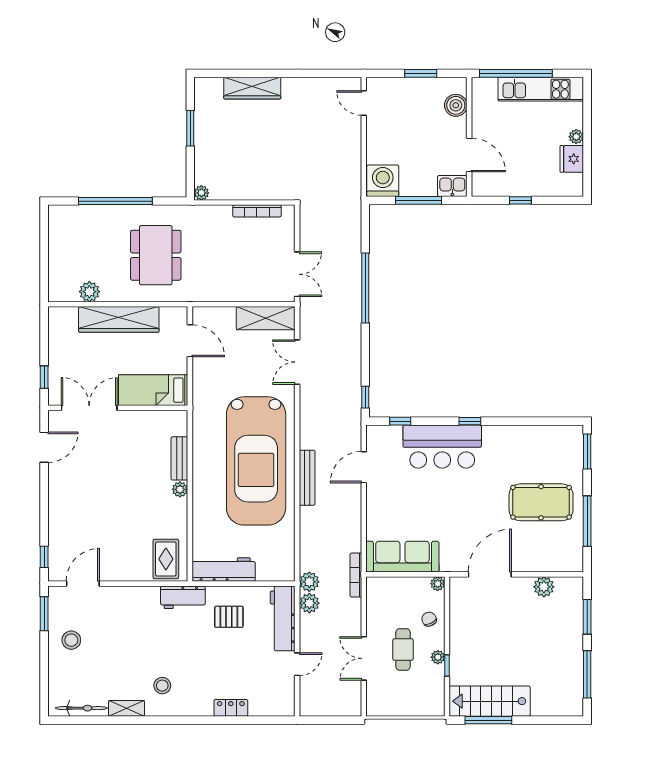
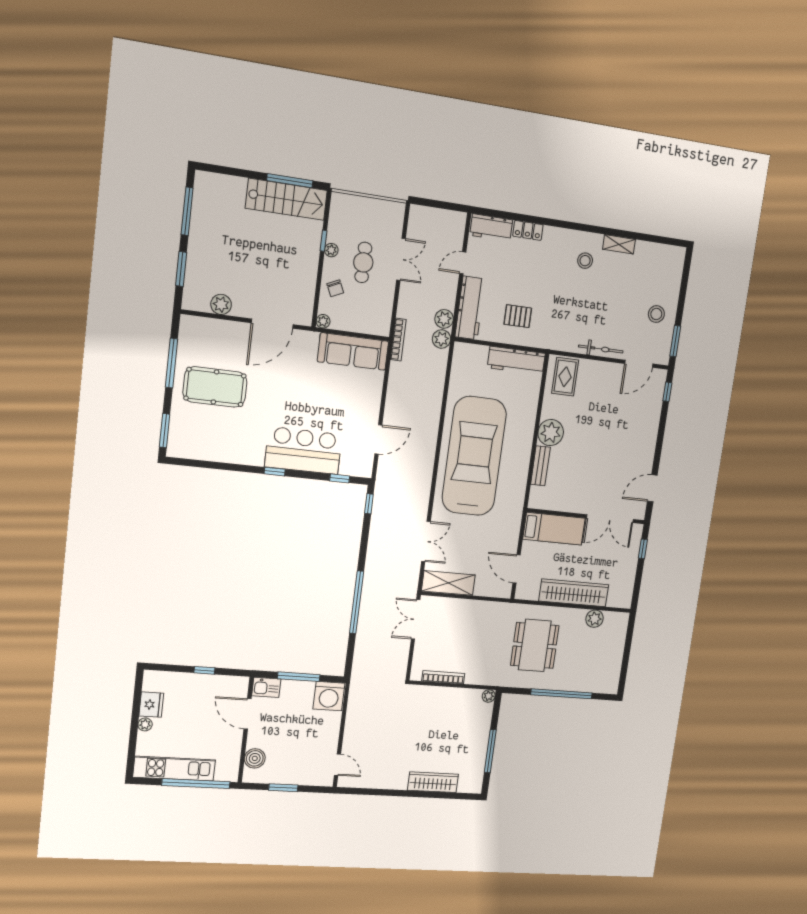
window: (190, 128) -> (490, 751), width x1.44
bench: (307, 478) -> (431, 436), removed
plant: (180, 489) -> (551, 433), width x1.88, depth x1.88
workbench: (183, 597) -> (491, 228), moved, turned 180
bicycle: (81, 708) -> (601, 349), moved, turned 180

